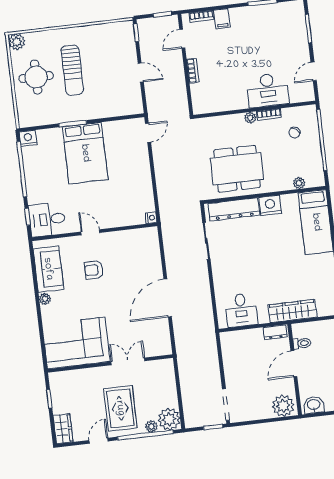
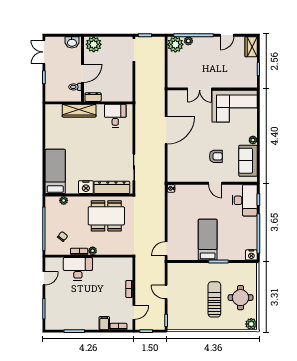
bed: (85, 153) -> (208, 240), width x0.67
desk: (47, 219) -> (245, 200), width x1.37
rug: (120, 408) -> (209, 56), removed

